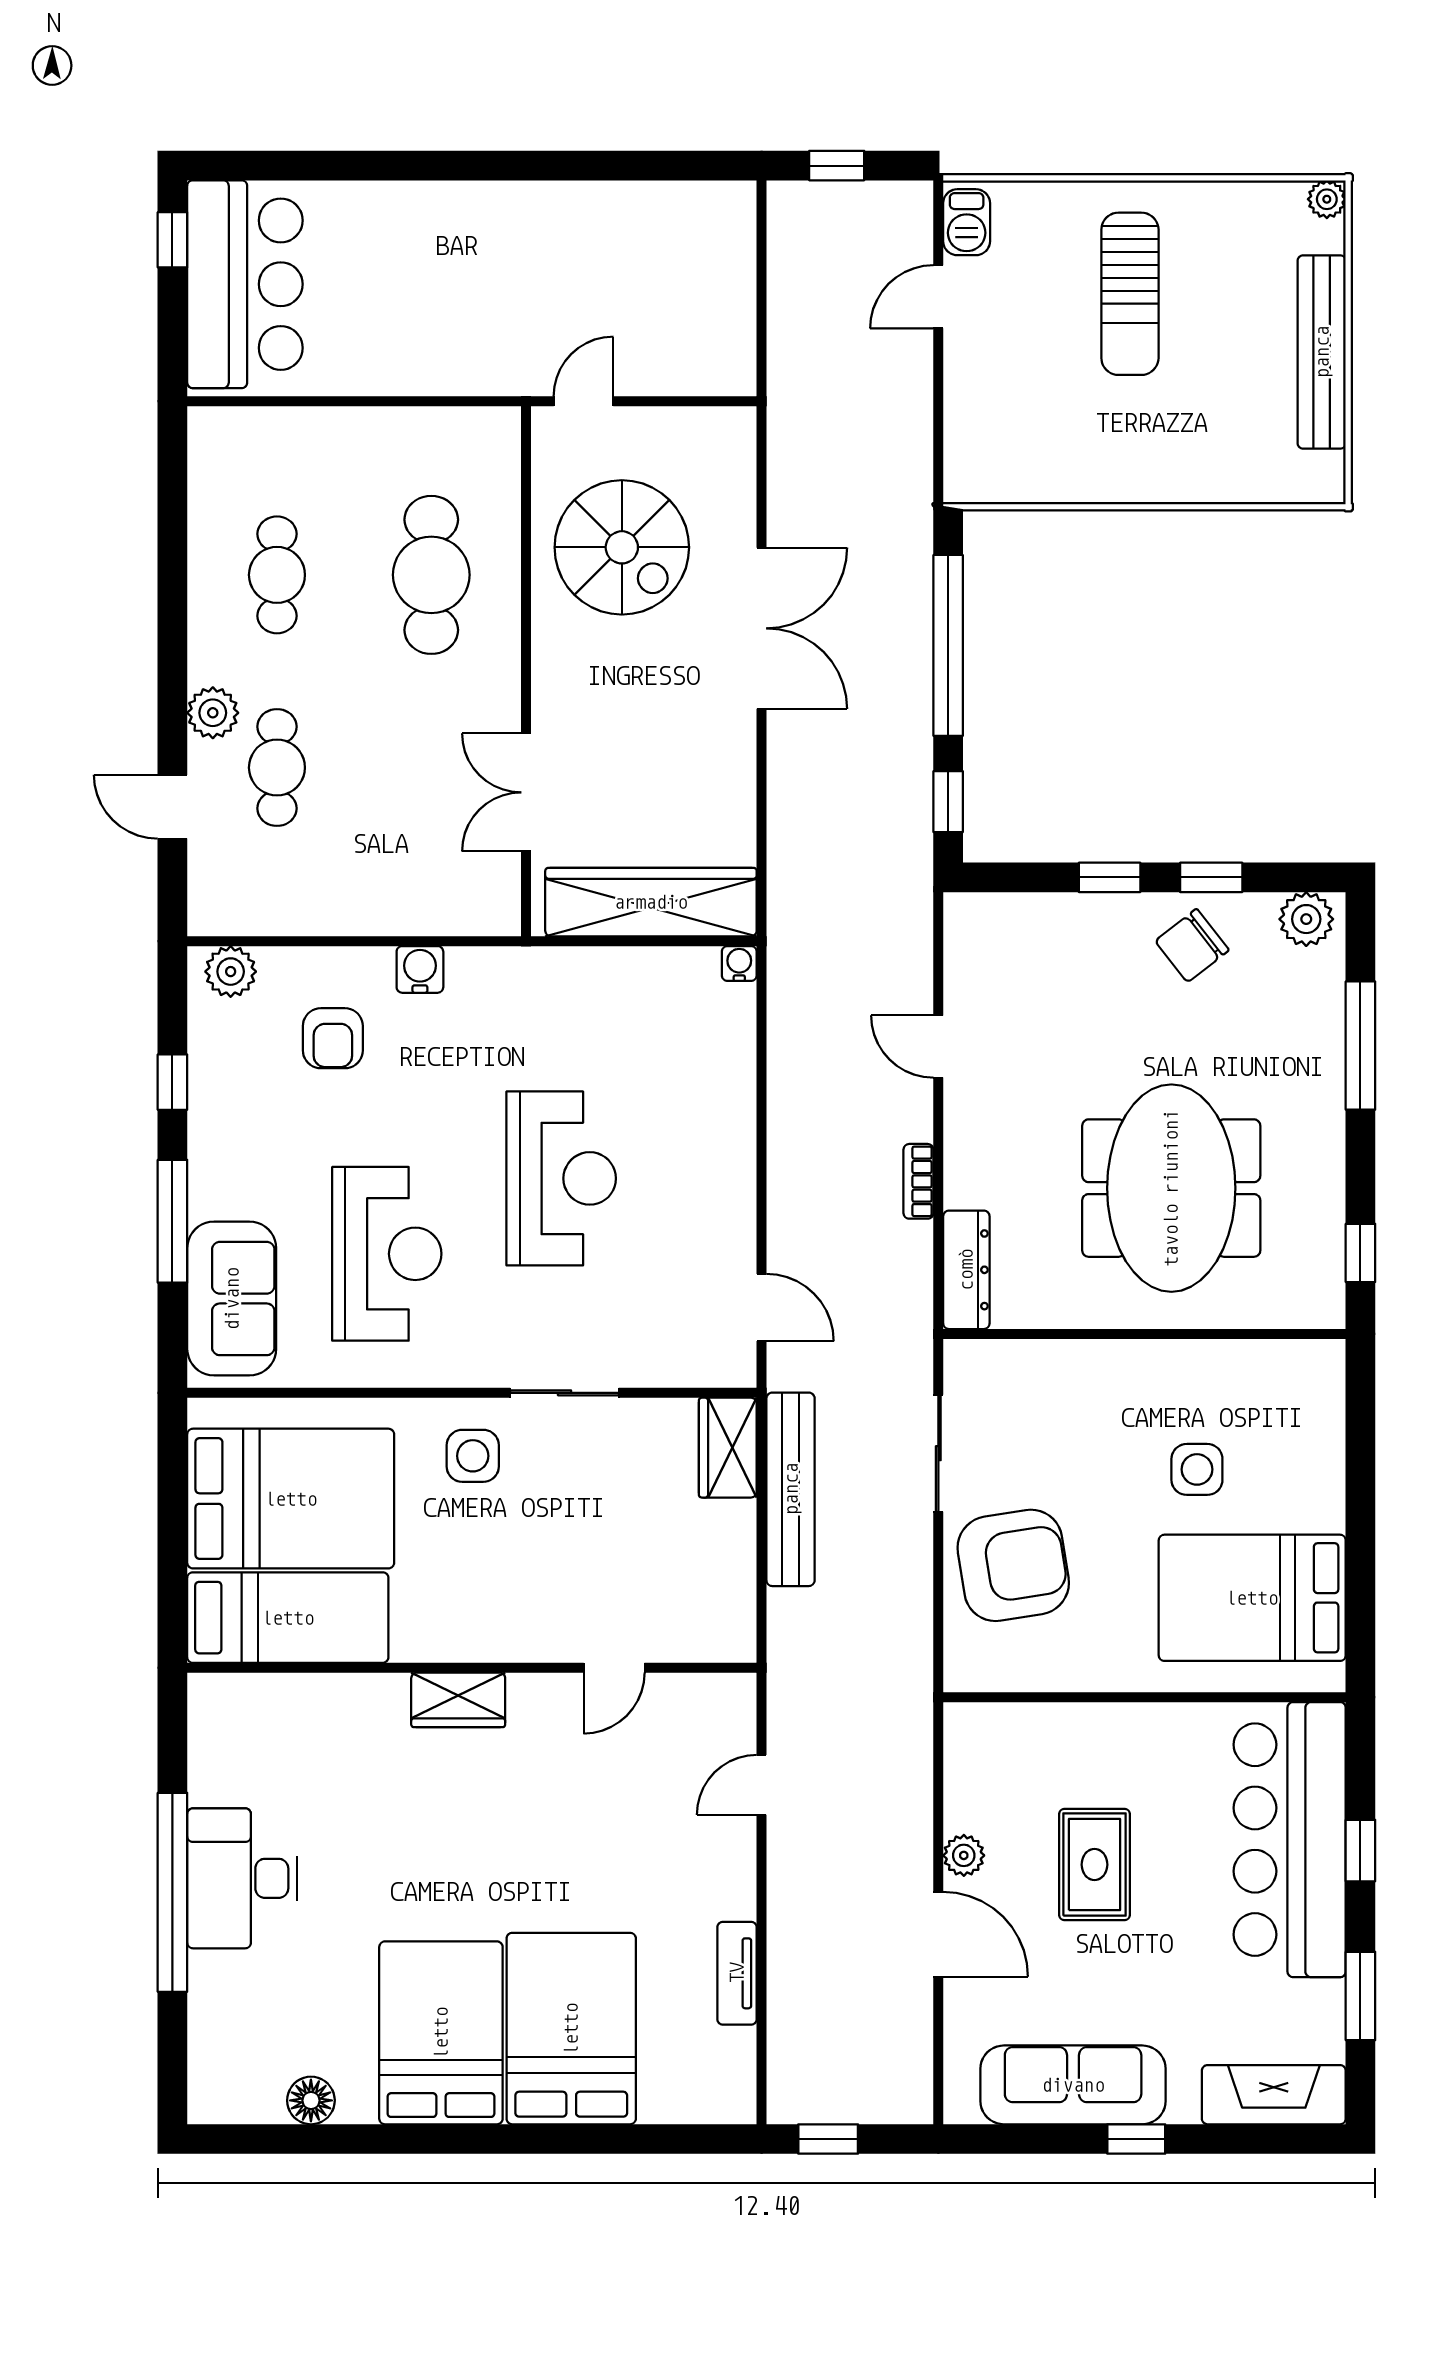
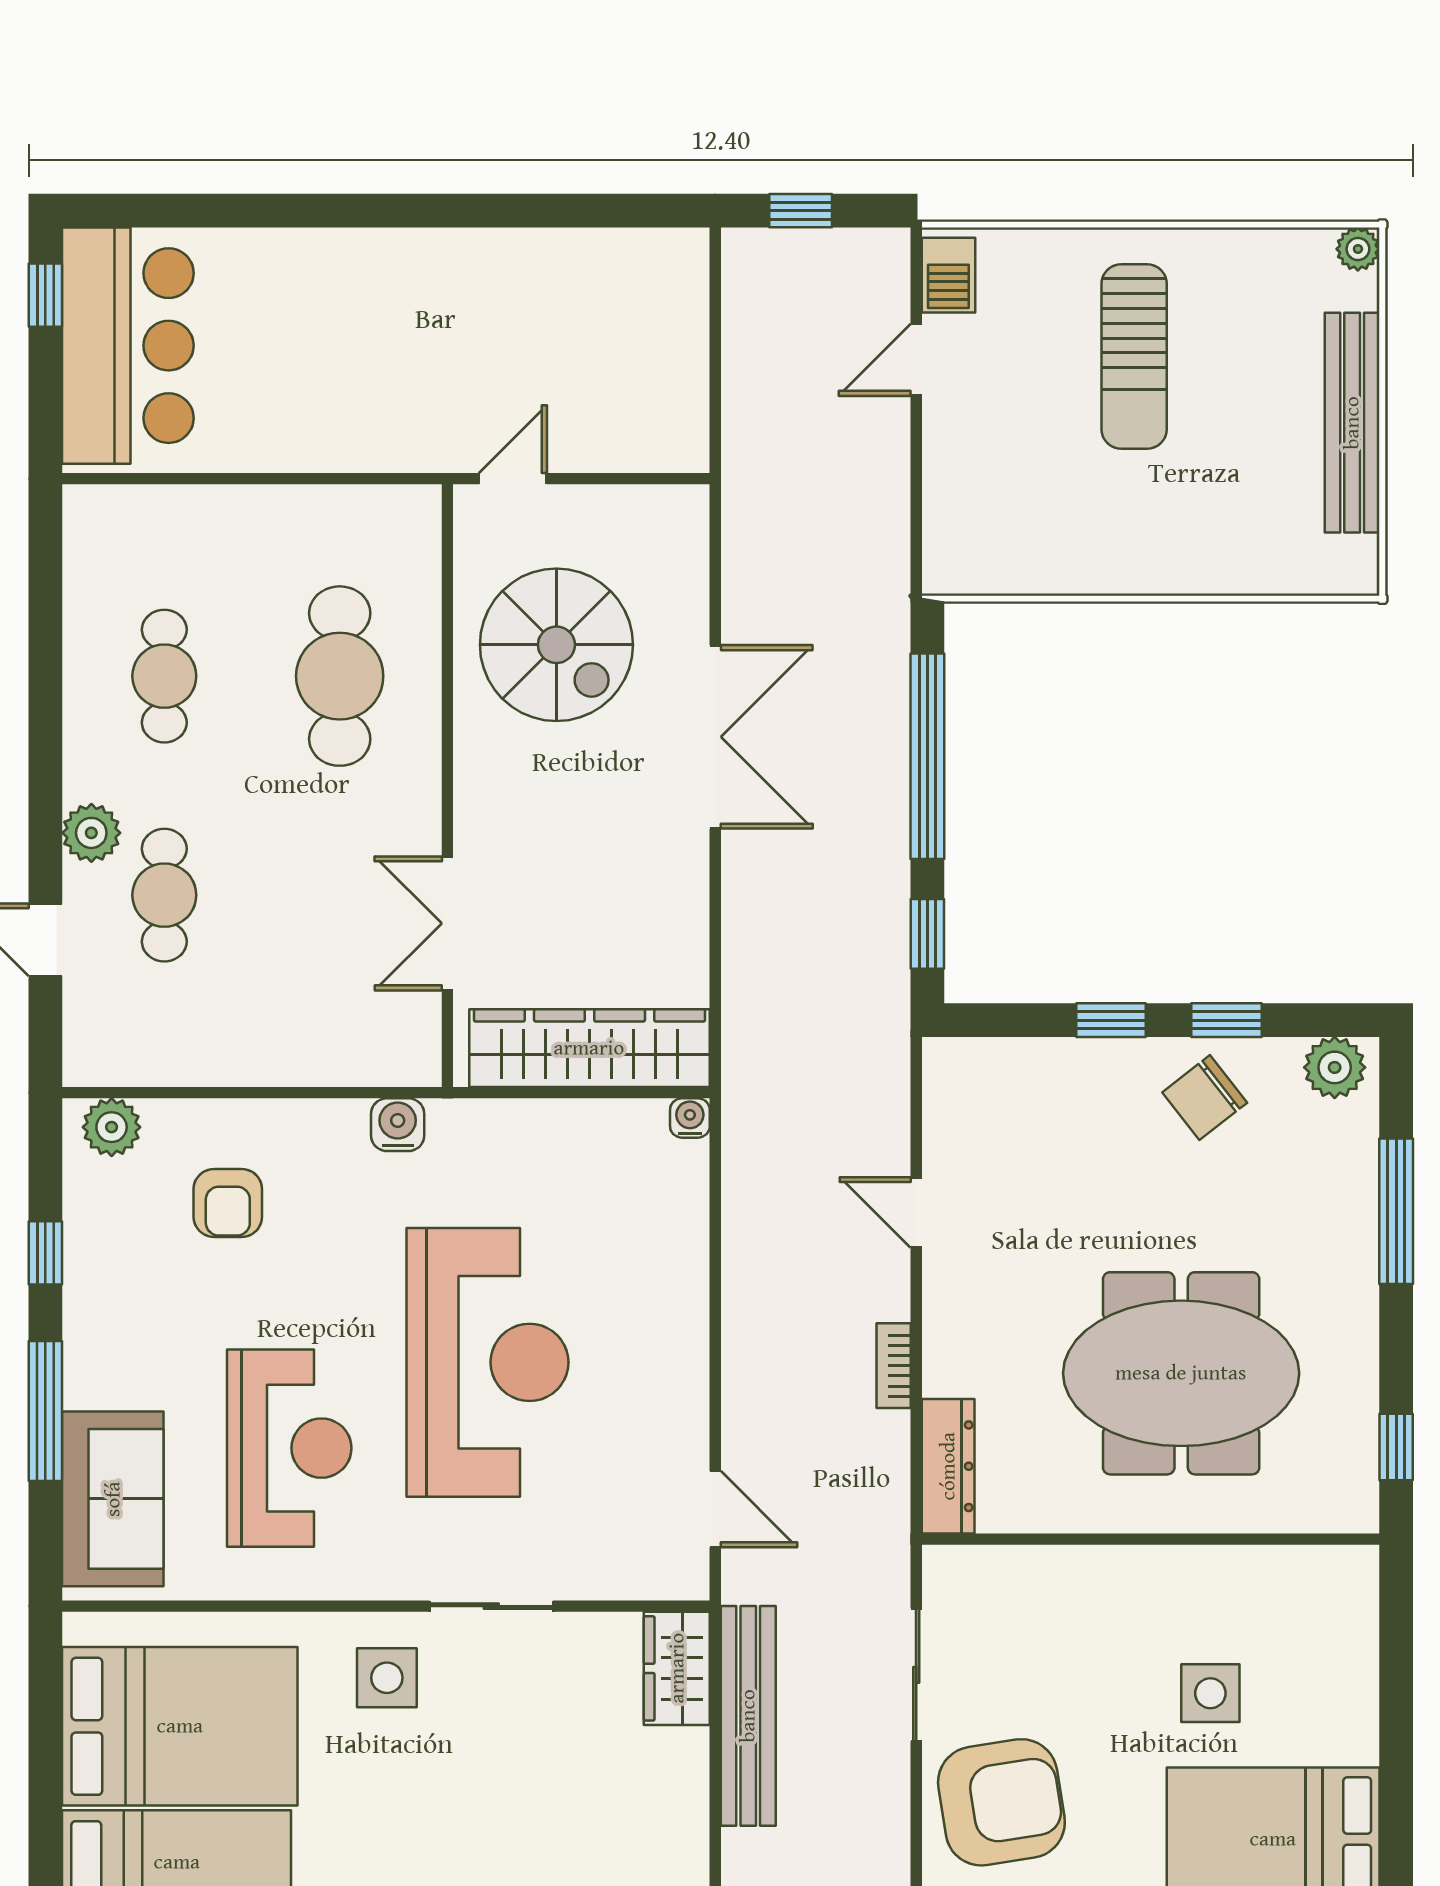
water cooler: (420, 969) -> (398, 1125), moved
reception desk: (561, 1178) -> (487, 1362), width x1.36, depth x1.30
meeting table: (1171, 1188) -> (1181, 1373), turned 90

